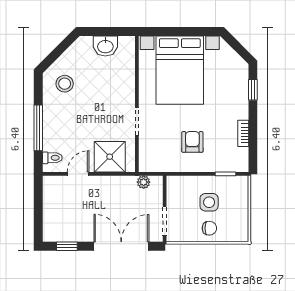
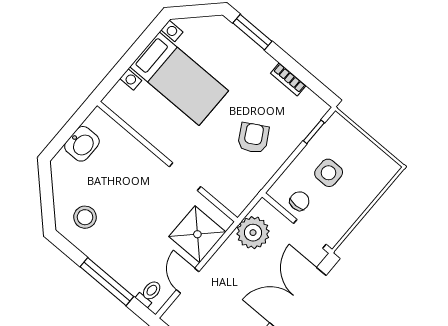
bed with nightstands: (180, 70) -> (179, 79), width x0.73
window: (253, 90) -> (252, 32), width x1.50
armchair: (192, 142) -> (253, 138), turned 60
plant: (144, 182) -> (253, 233), width x1.87, depth x1.87
chair: (209, 228) -> (299, 201), moved

